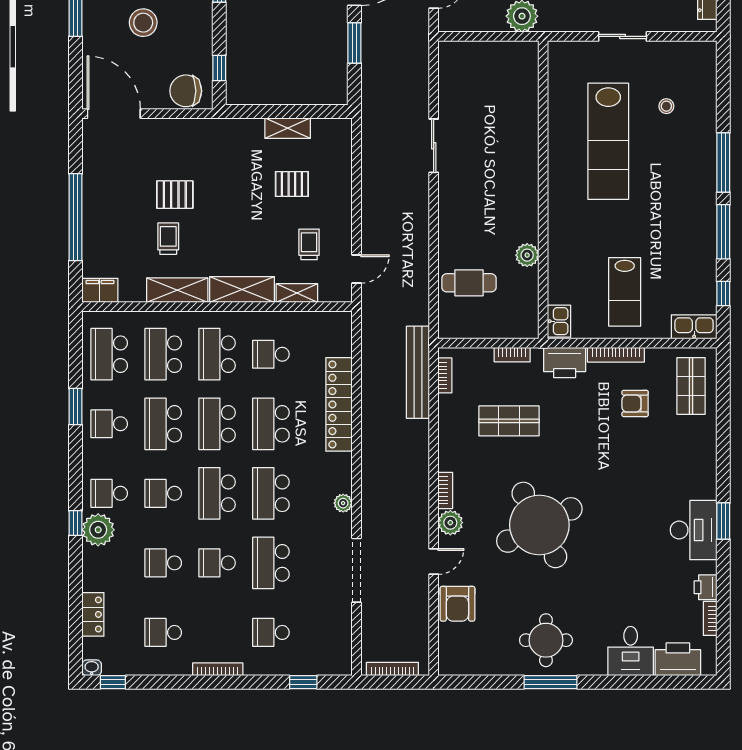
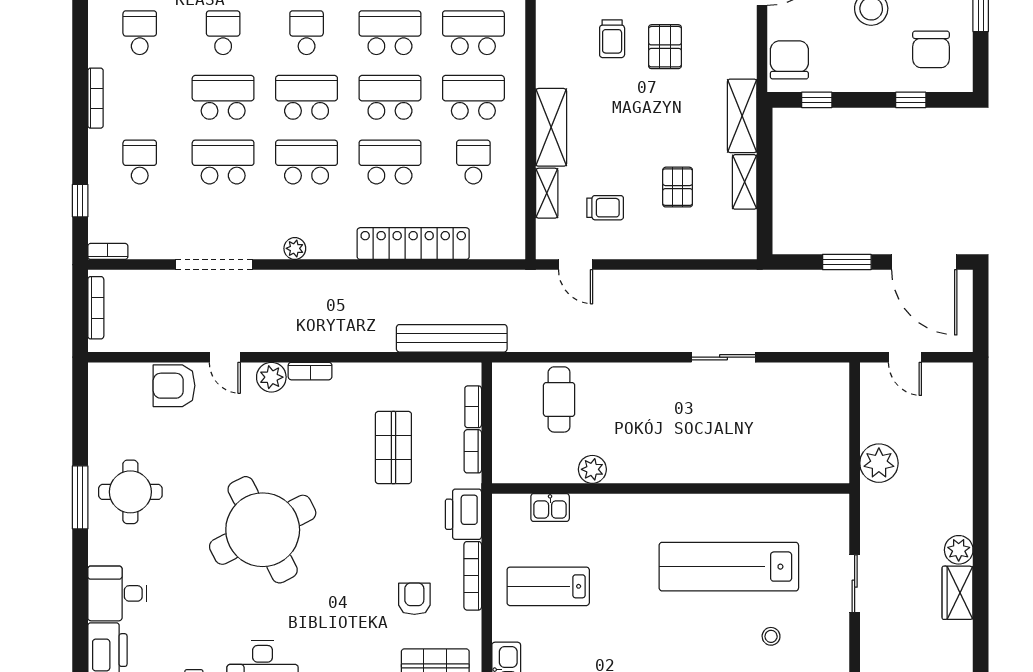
trolley: (168, 239) -> (612, 39), turned 90
shelving: (177, 290) -> (742, 116), moved
kitchen sink: (559, 321) -> (550, 508), moved
bookcase: (445, 375) -> (473, 407), moved, turned 90
round table: (539, 525) -> (263, 530), moved
school desk: (217, 563) -> (223, 97), width x1.85
bookcase: (346, 659) -> (108, 251), added

